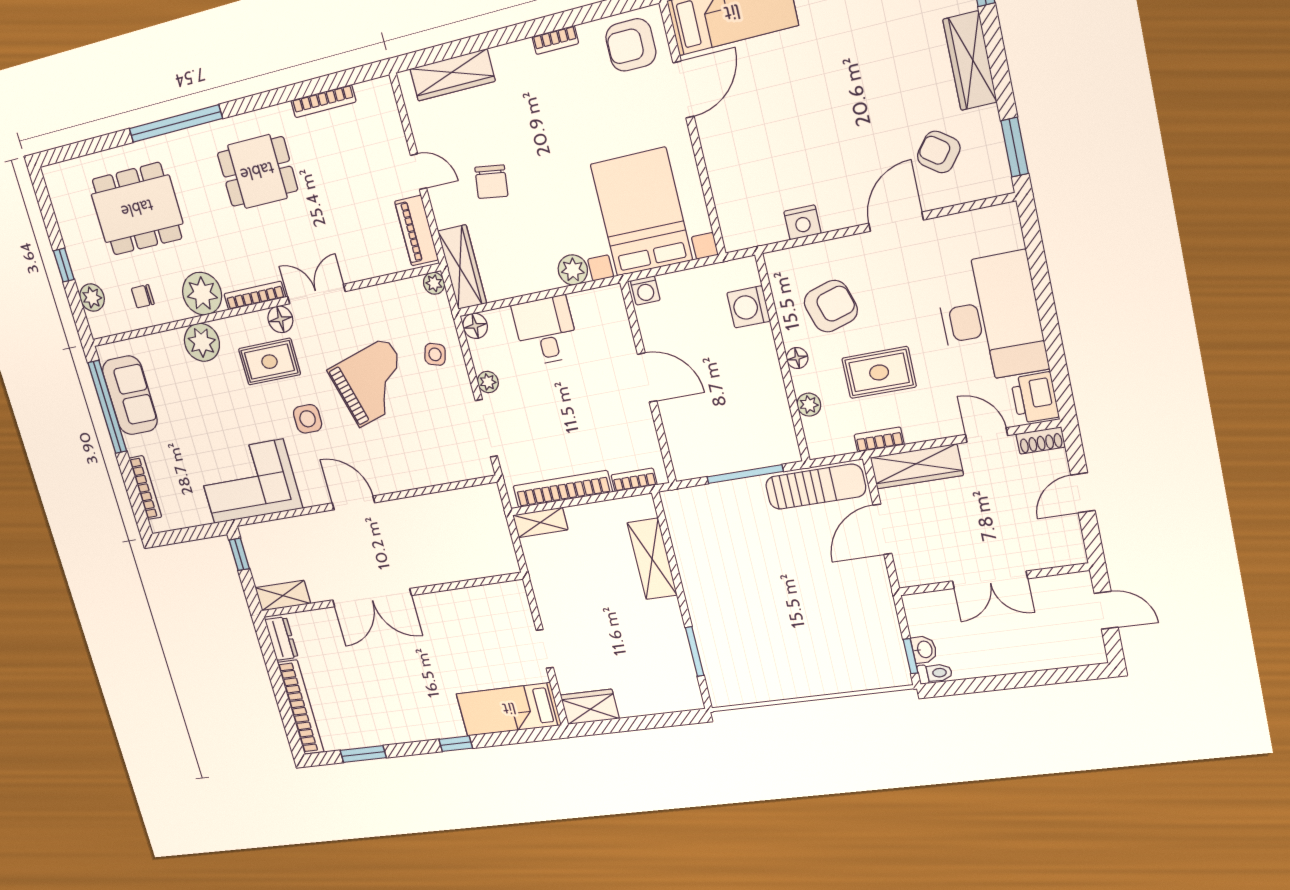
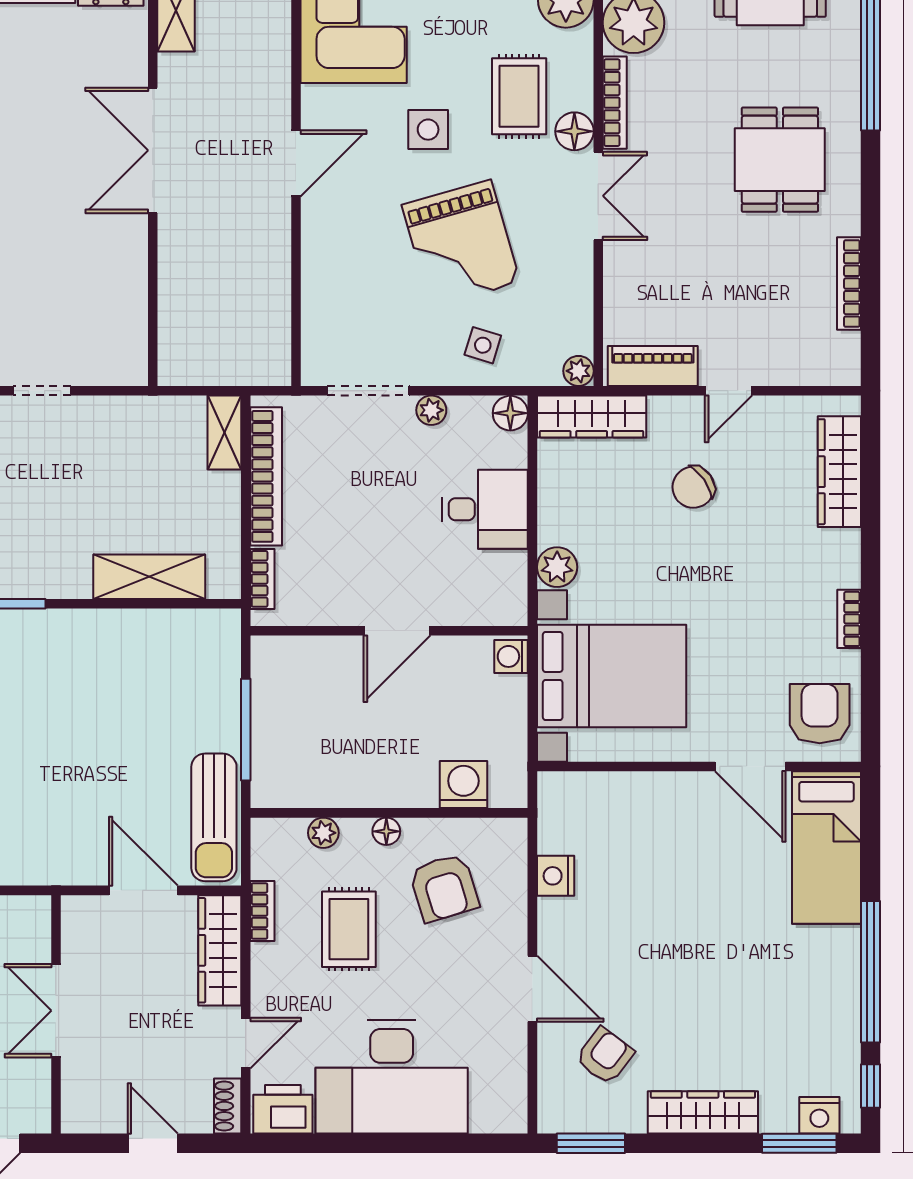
chair: (491, 182) -> (693, 487), turned -43

